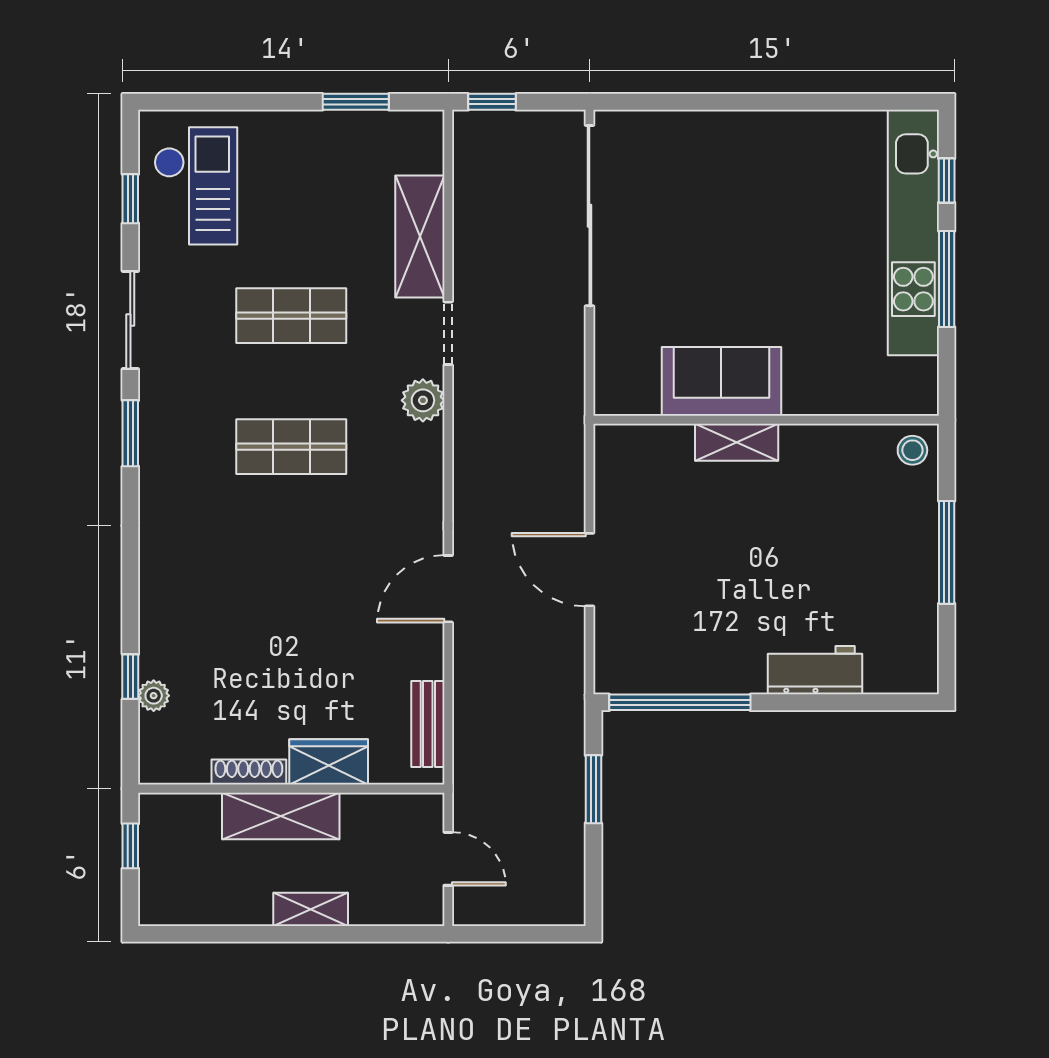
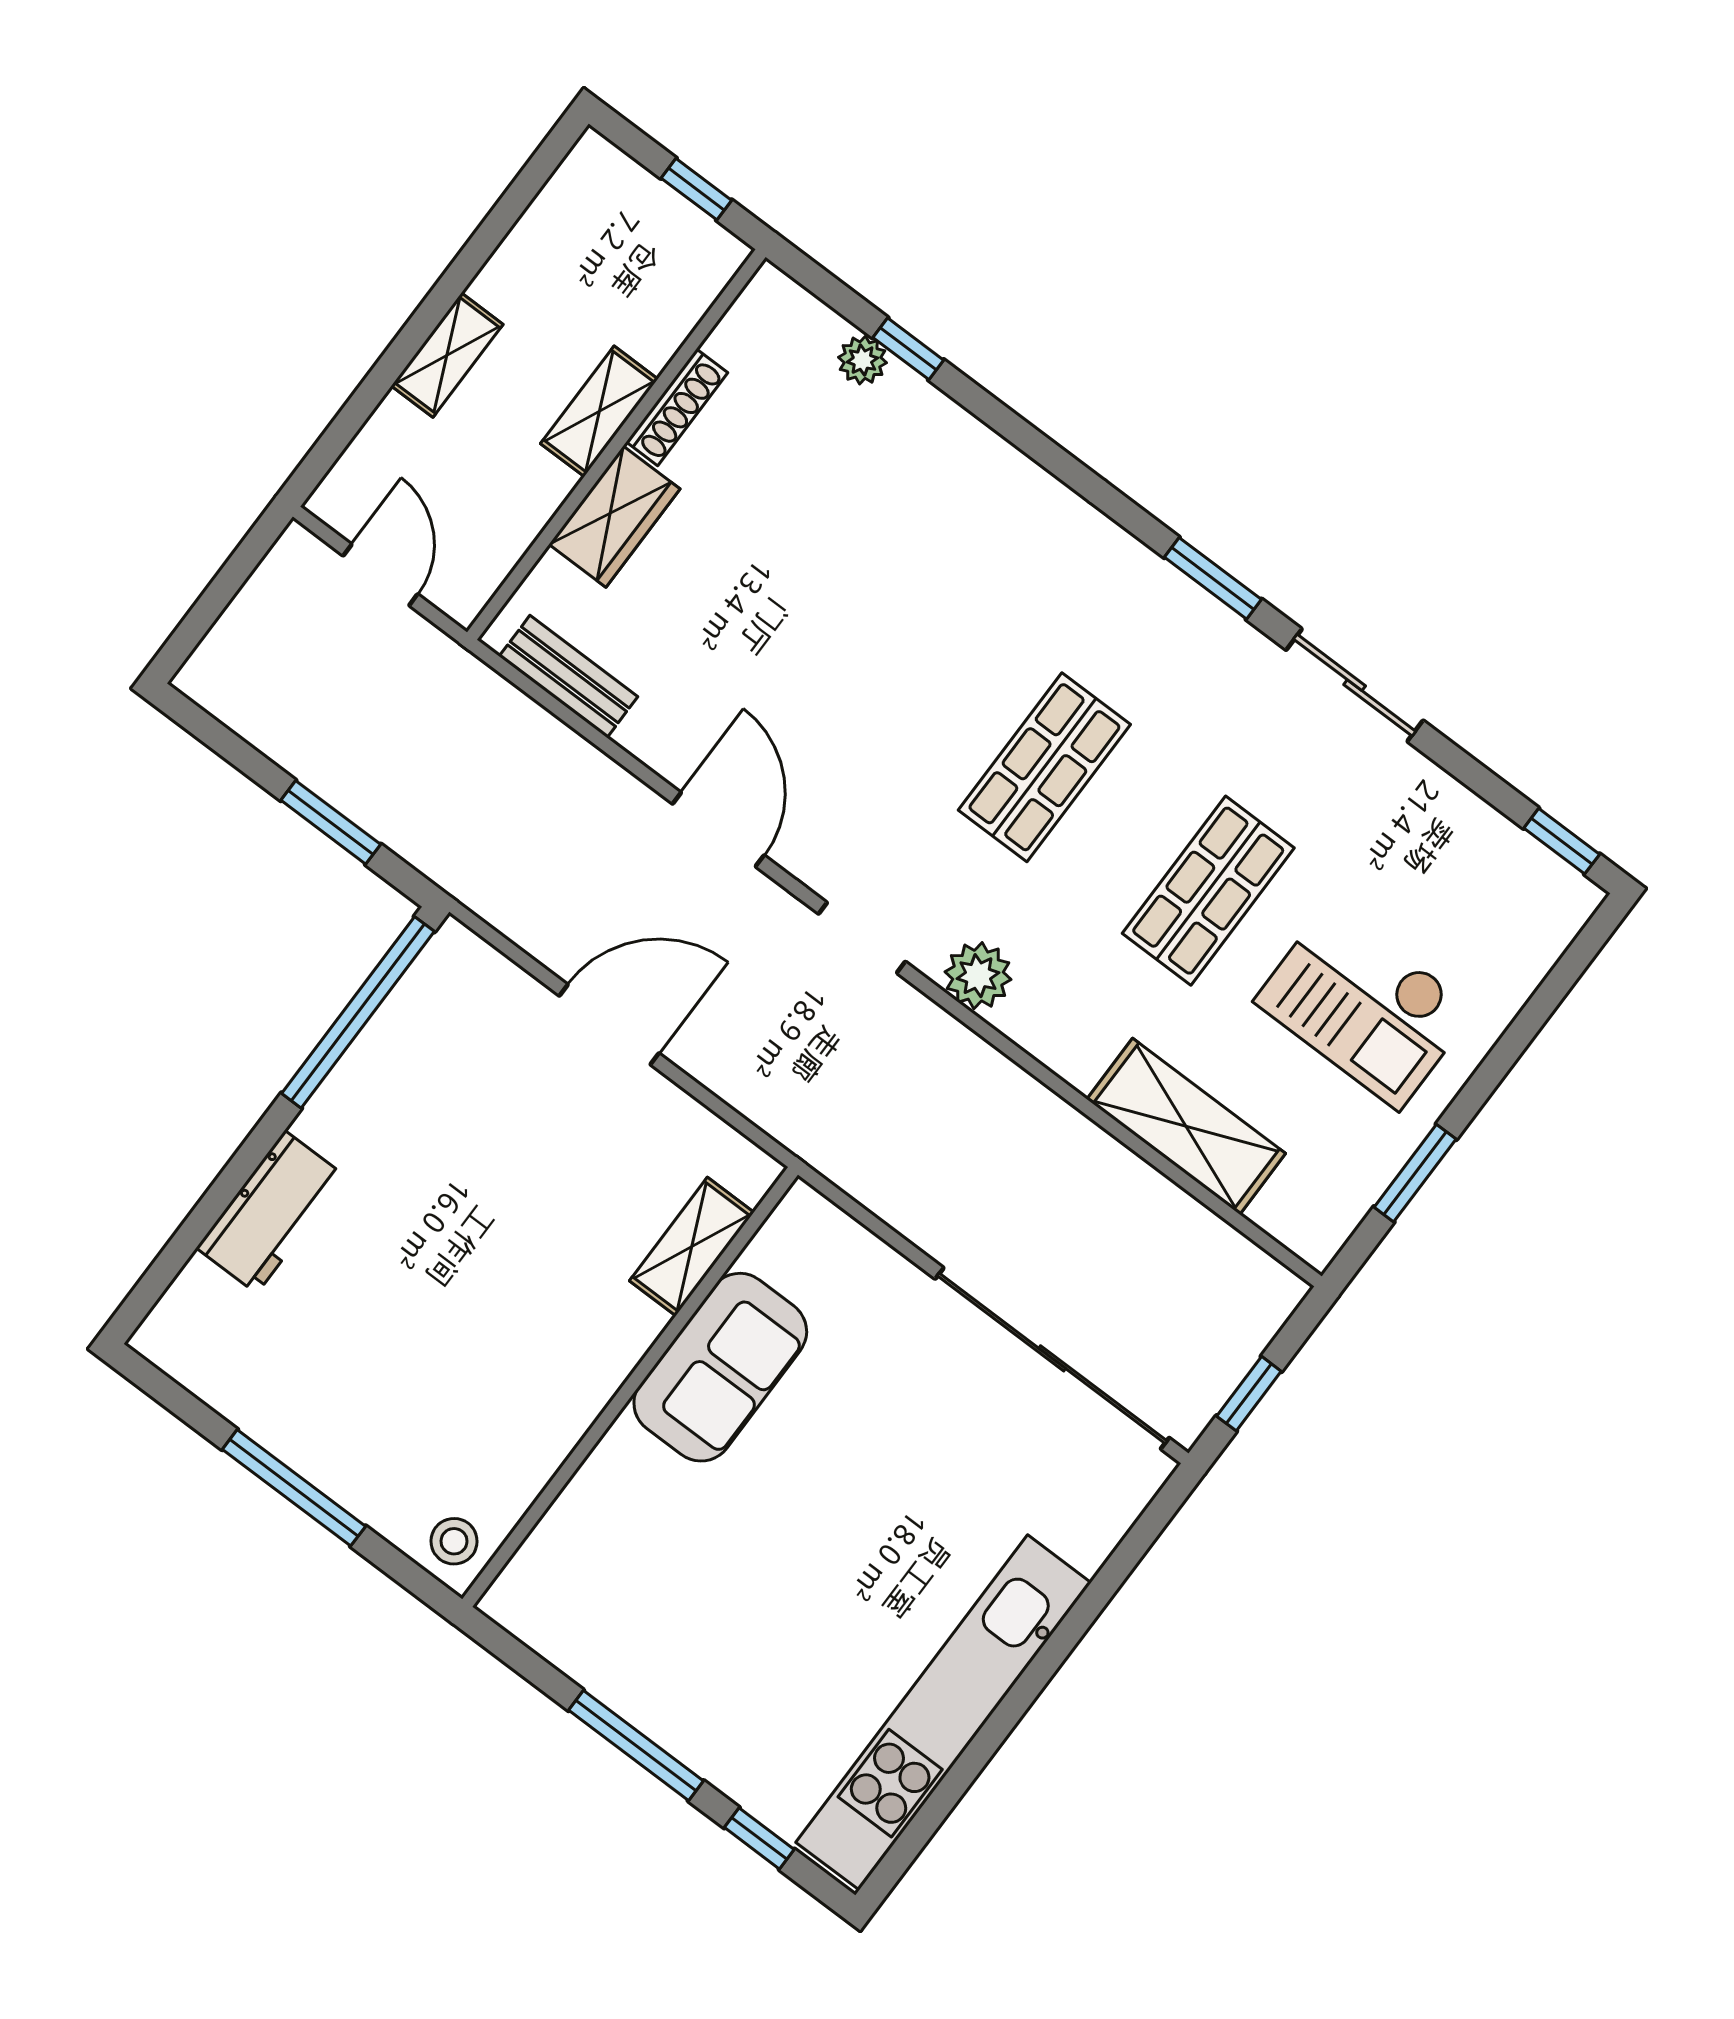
window: (492, 102) -> (1249, 1394), moved
checkout: (196, 186) -> (1365, 1005), moved
window: (130, 199) -> (1562, 841), moved
kitchen unit: (913, 233) -> (943, 1712), moved, turned -90
doorway: (448, 333) -> (862, 938), moved
shelving: (737, 442) -> (692, 1247), moved
shelving: (281, 816) -> (599, 411), width x0.67, depth x0.75
door: (448, 859) -> (380, 575), swing flipped

